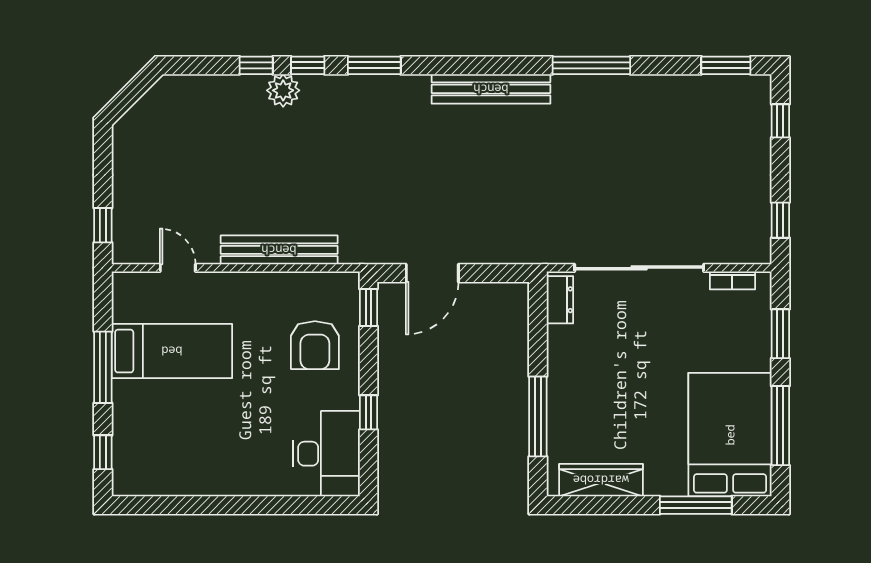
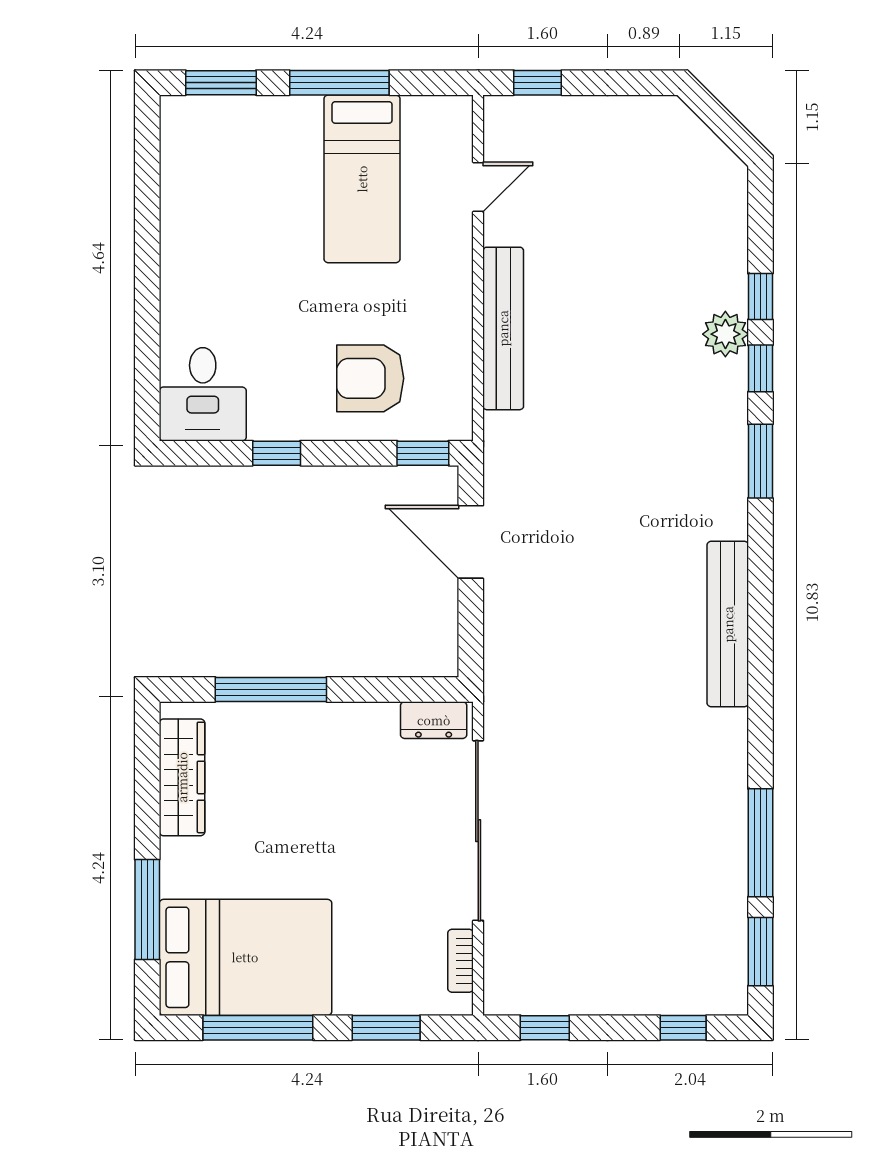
window: (591, 65) -> (760, 843), moved
window: (103, 452) -> (221, 83), width x1.50
desk: (326, 454) -> (203, 394), width x0.73

